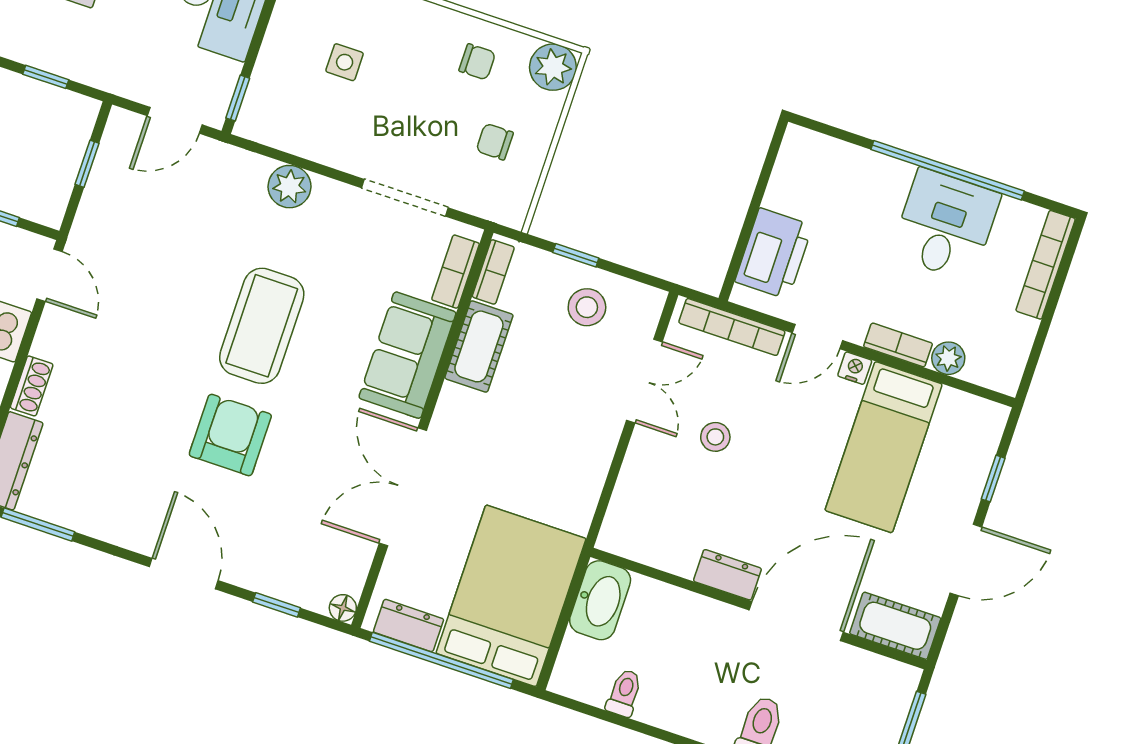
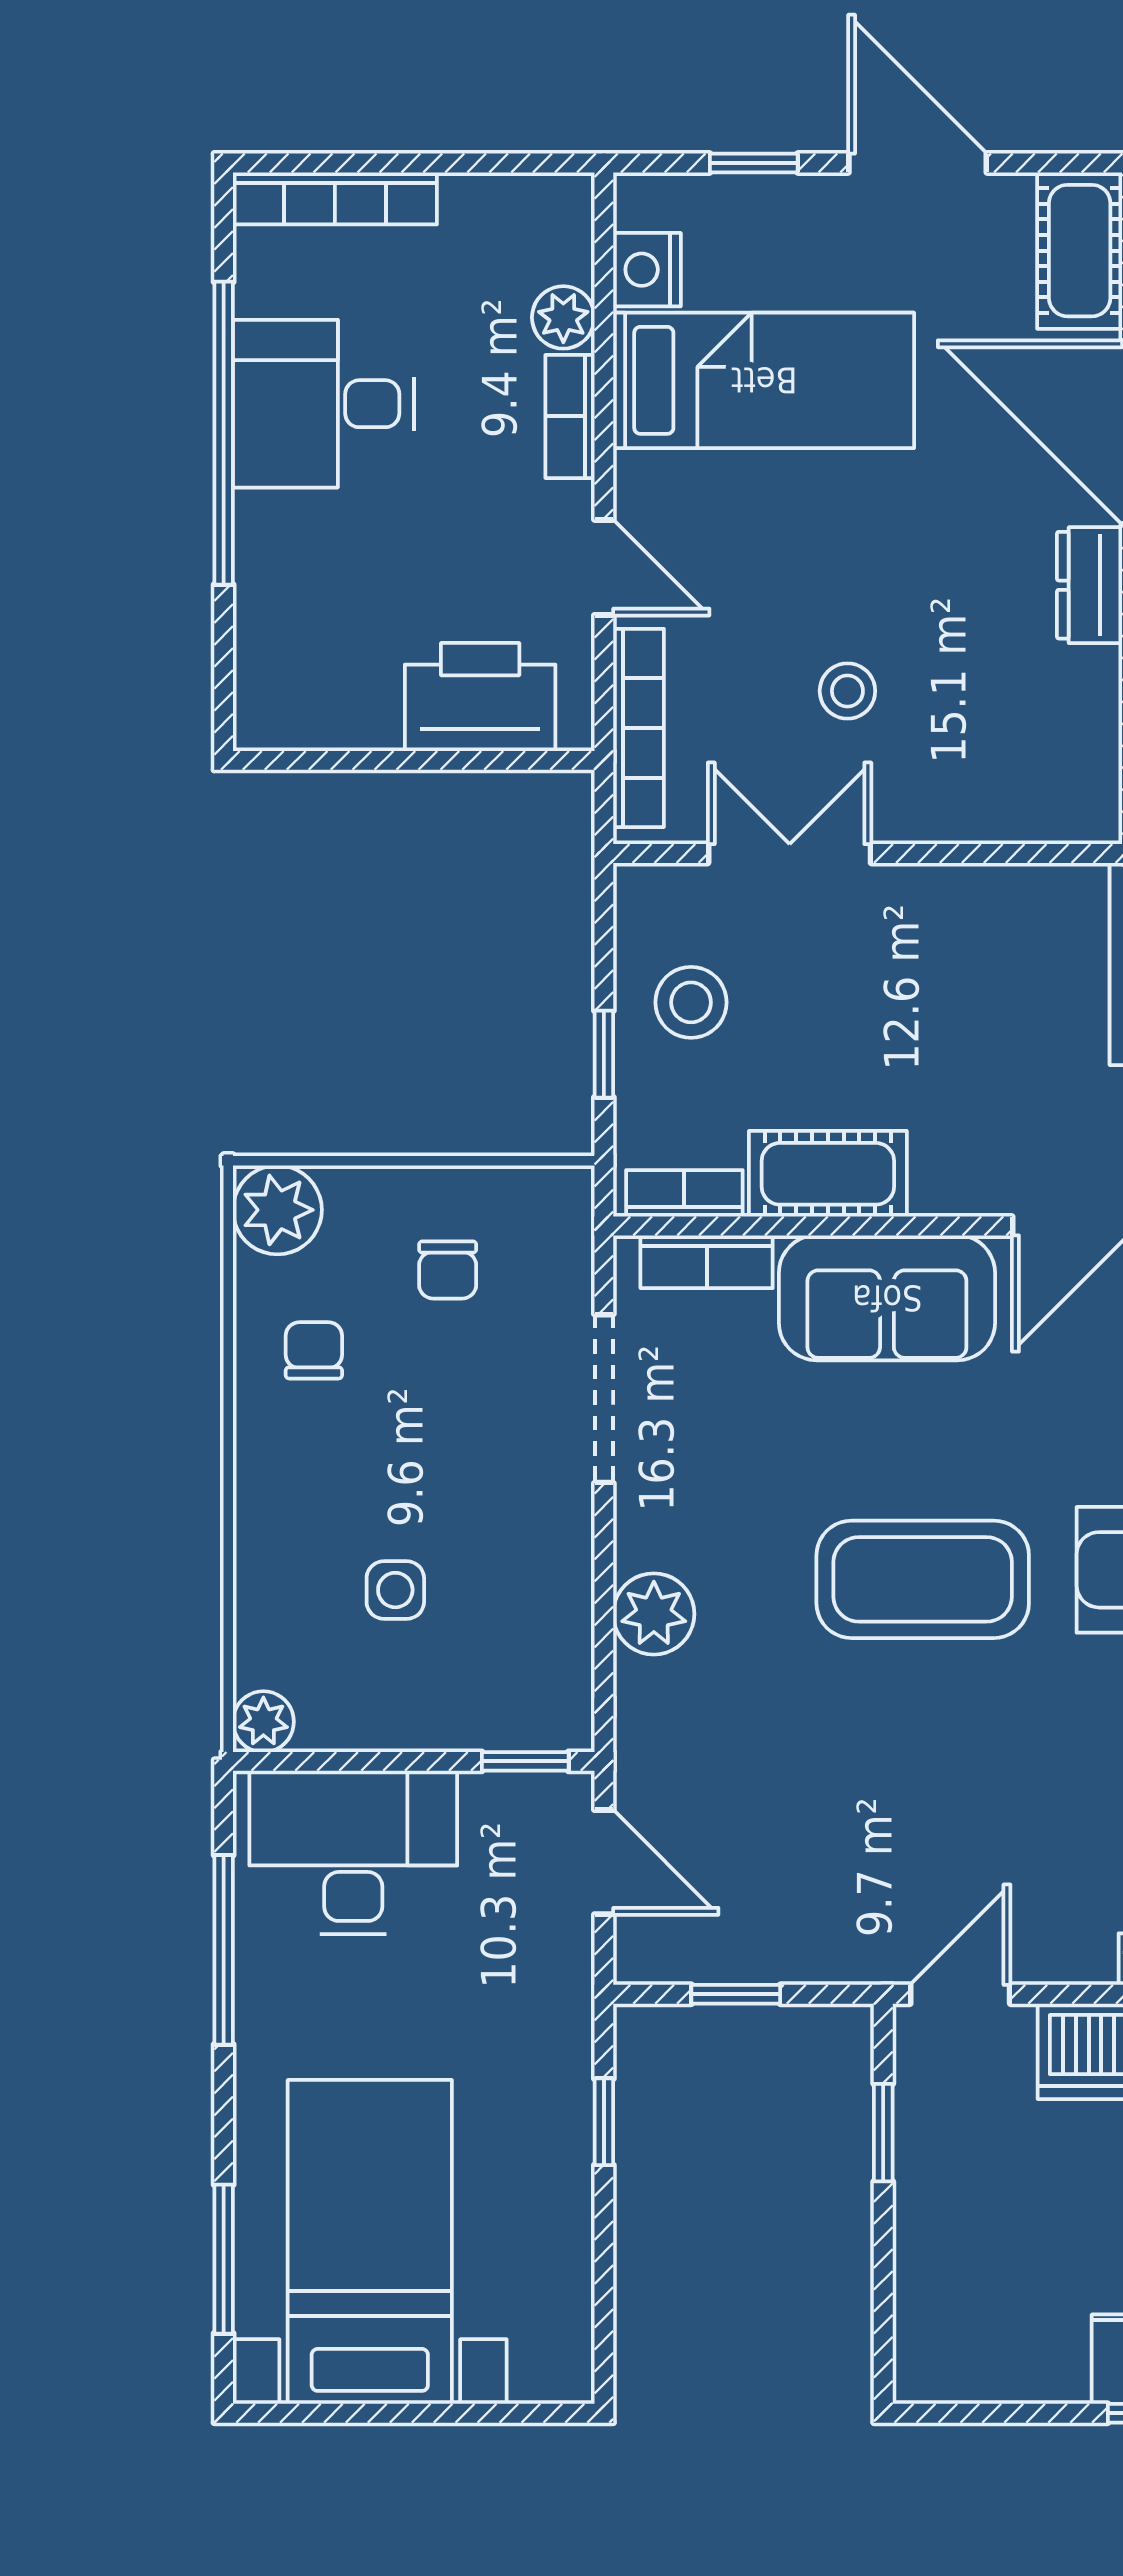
nightstand: (855, 368) -> (647, 270), moved, width x1.39, depth x1.35

